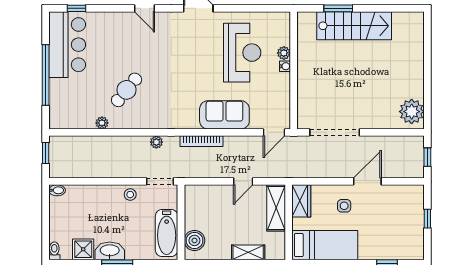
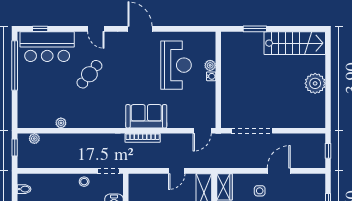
stairs: (354, 26) -> (295, 43), moved
bar counter: (67, 45) -> (47, 47), moved, turned 90
window: (46, 75) -> (15, 65), moved
cafe table: (127, 90) -> (89, 74), moved
plant: (412, 112) -> (315, 83), moved
sofa: (224, 115) -> (146, 116), moved
plant: (156, 142) -> (34, 139), moved
bidet: (57, 190) -> (24, 189), moved

